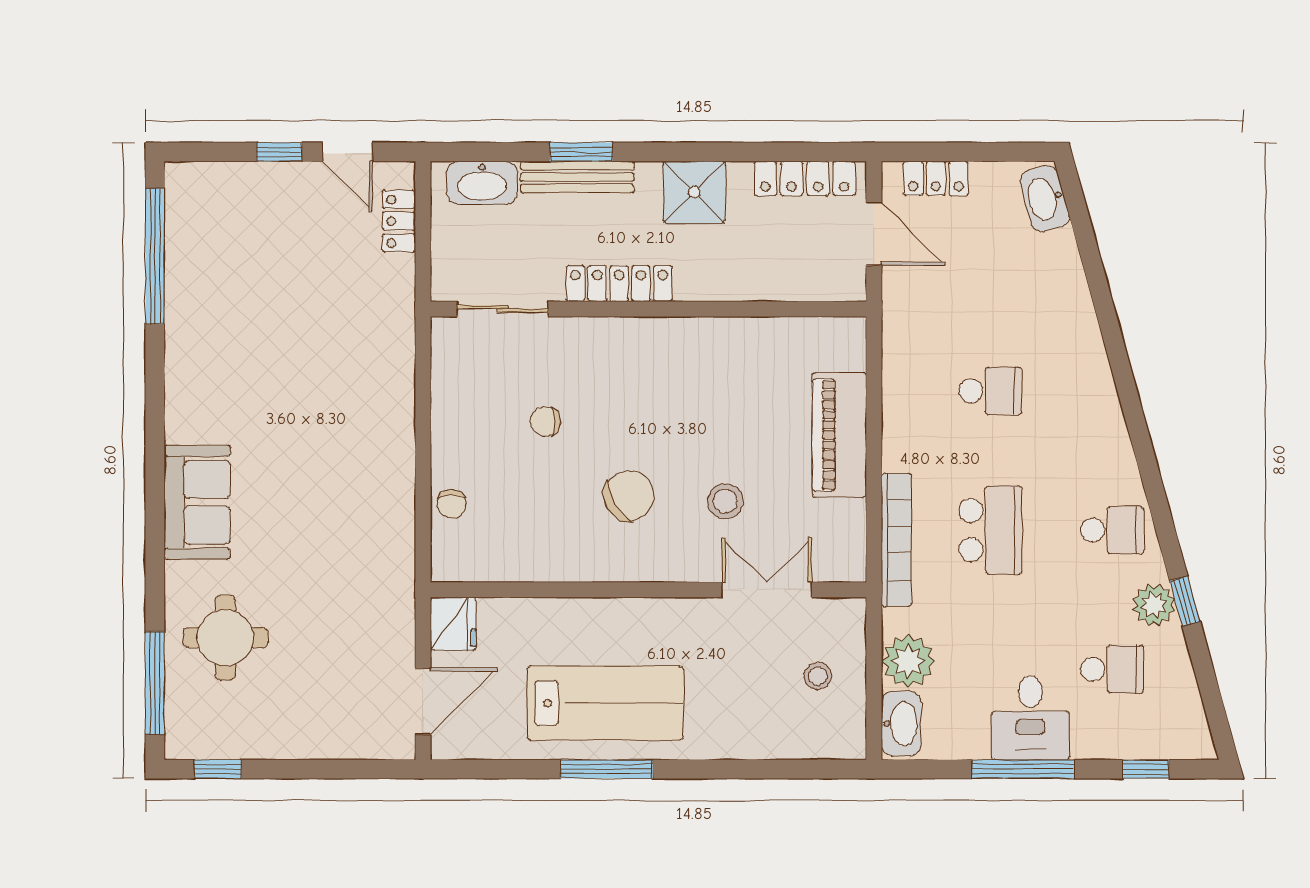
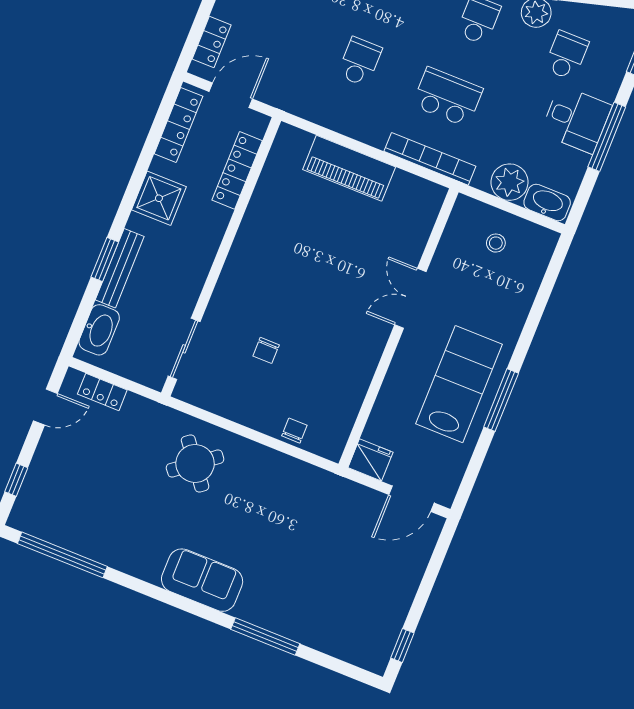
window: (279, 152) -> (16, 480), moved
locker: (619, 283) -> (237, 170), moved
chair: (629, 496) -> (334, 317), removed
stool: (725, 501) -> (362, 257), removed
sofa: (197, 502) -> (202, 580), moved
chair: (452, 504) -> (294, 431), turned -87
double door: (767, 590) -> (410, 298), moved
round table: (225, 638) -> (195, 463), moved, turned -38
window: (155, 683) -> (265, 637), moved
door: (423, 701) -> (412, 499), swing flipped

